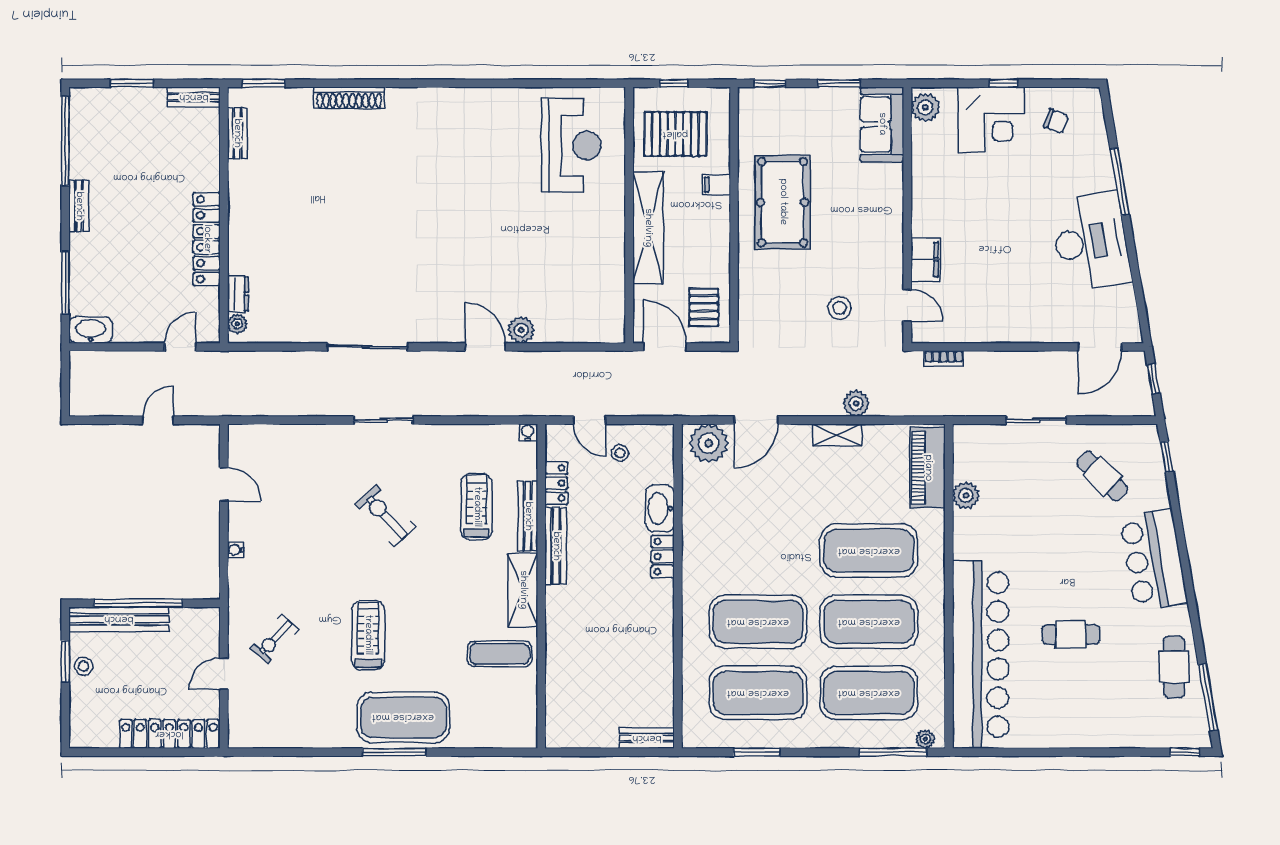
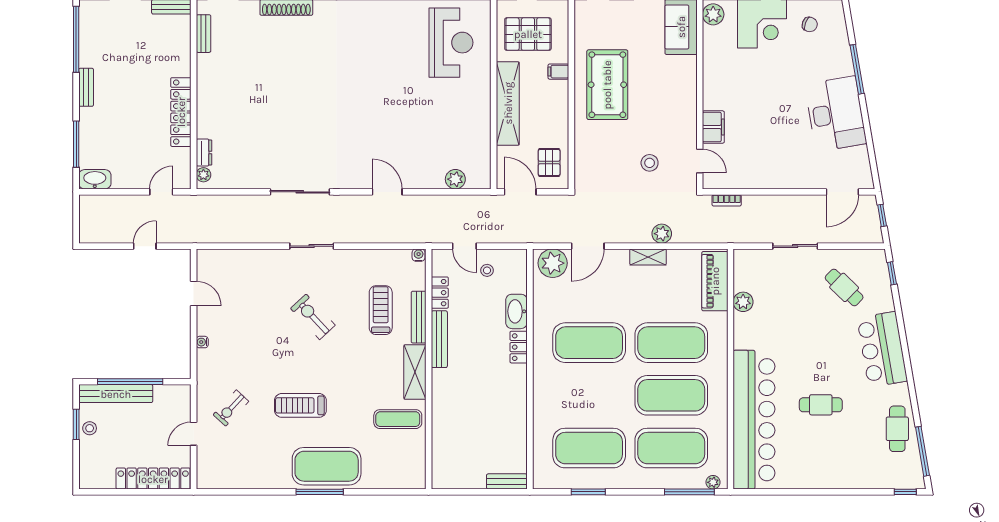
plant: (521, 330) -> (455, 179), moved
exercise mat: (758, 622) -> (589, 343), moved
treadmill: (368, 635) -> (300, 405), turned -90

